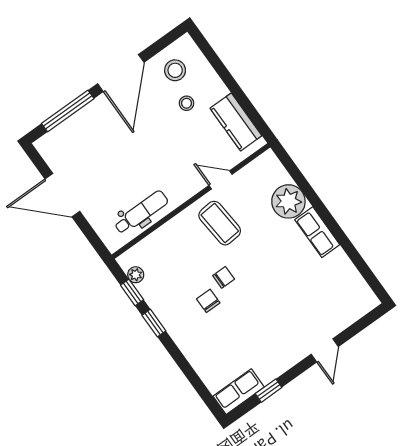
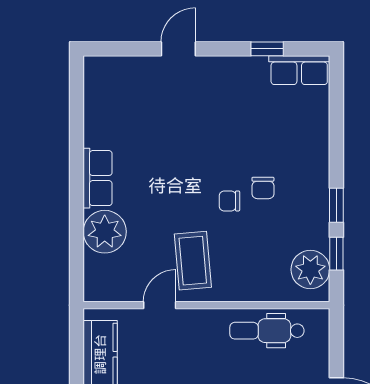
door: (221, 180) -> (160, 305), swing flipped
plant: (136, 275) -> (310, 270), width x1.88, depth x1.88

